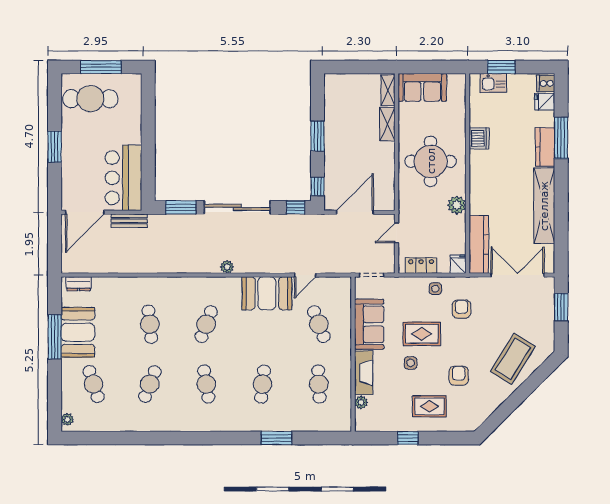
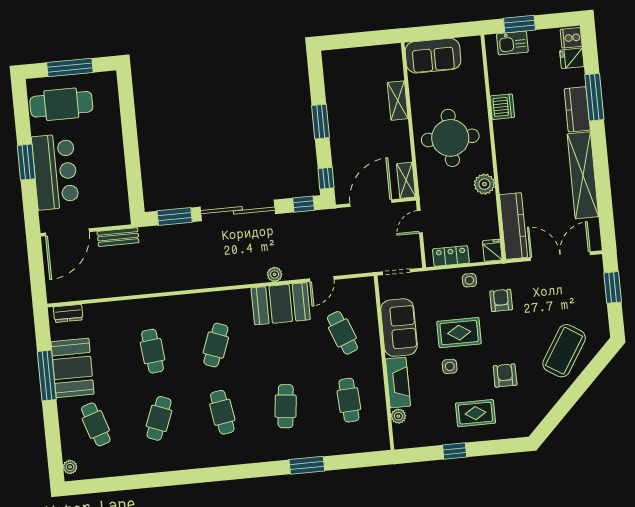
shelving: (388, 90) -> (406, 180), moved
bar counter: (123, 178) -> (55, 172), moved, turned 180
plant: (227, 267) -> (275, 274), moved

